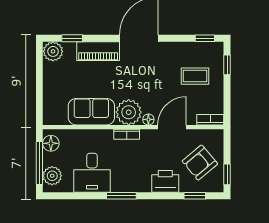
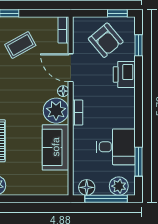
coffee table: (195, 76) -> (20, 45), turned 61
window: (121, 196) -> (139, 162), moved

